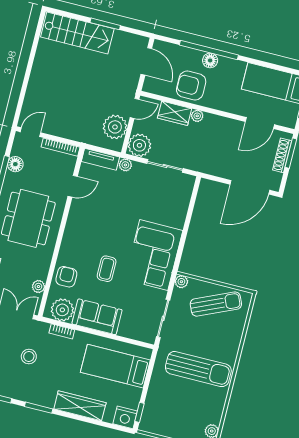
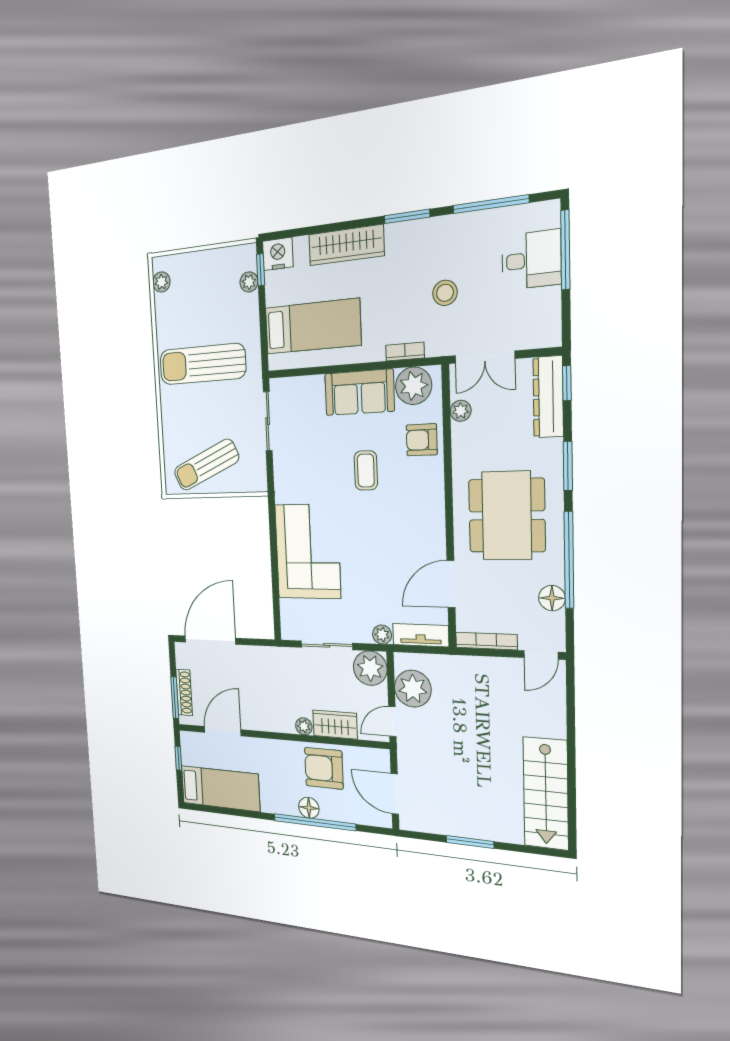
stairs: (77, 33) -> (546, 793), moved, turned -90
armchair: (191, 86) -> (324, 768), turned 180
door: (73, 186) -> (451, 584), width x1.38
corner sofa: (154, 255) -> (308, 552), moved
armchair: (66, 277) -> (422, 440), turned 90
plant: (181, 282) -> (249, 282), moved

